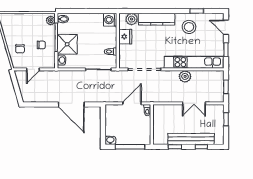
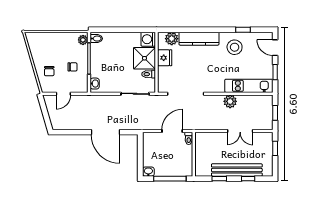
shower: (67, 44) -> (144, 58), moved
kitchen unit: (194, 62) -> (249, 86), width x0.73

